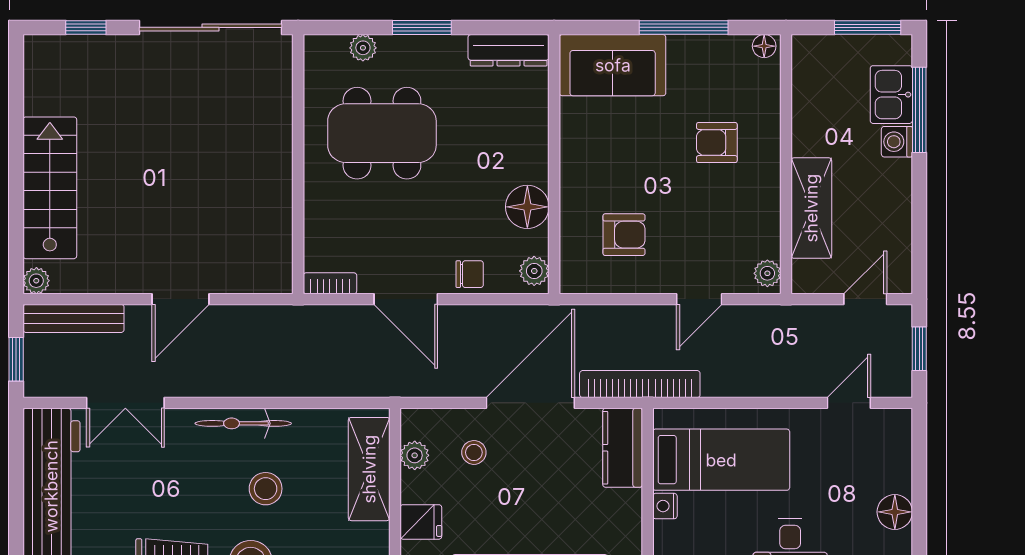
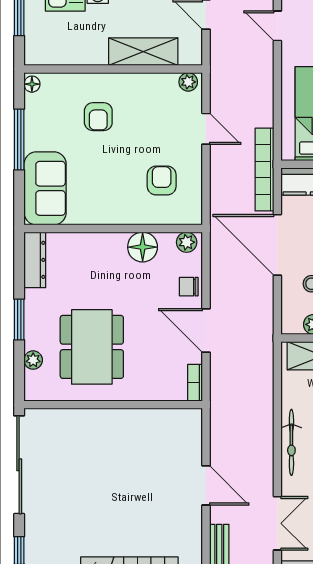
chair: (470, 274) -> (189, 287), turned -90
door: (406, 299) -> (206, 331), swing flipped

